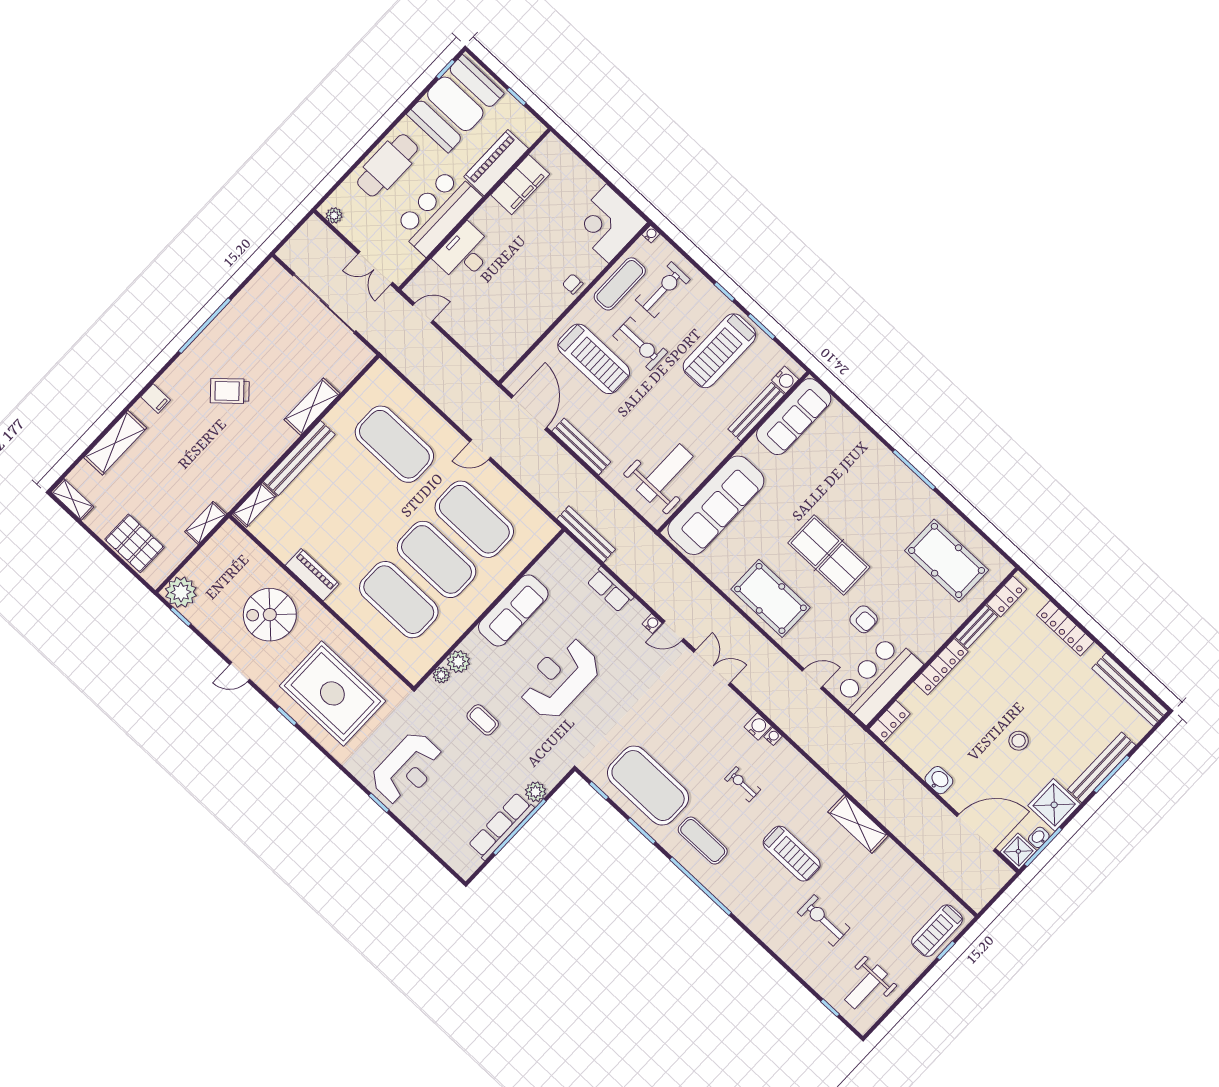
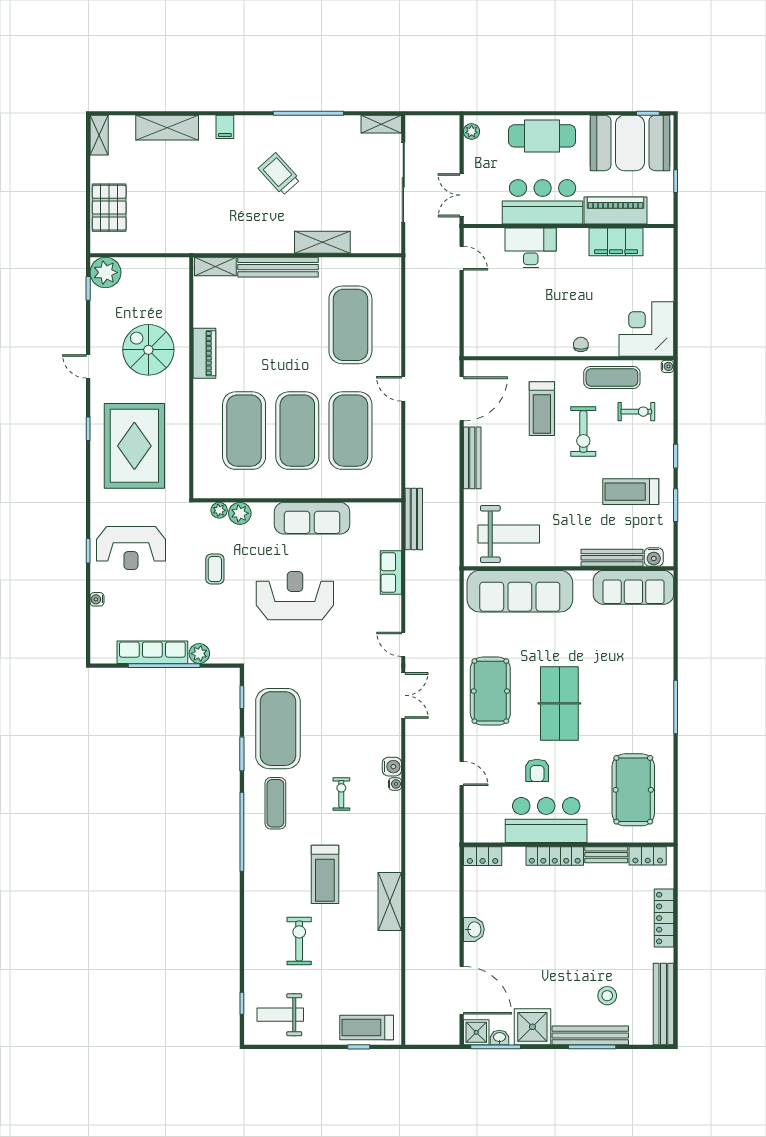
exercise bike: (663, 290) -> (636, 412), width x0.73, depth x0.72
treadmill: (719, 351) -> (631, 492), width x0.73, depth x0.73
treadmill: (594, 359) -> (542, 409), width x0.73, depth x0.73
shelving: (206, 523) -> (381, 124), moved
water cooler: (652, 624) -> (97, 599), moved, turned 180
bar counter: (878, 679) -> (546, 820), moved
stool: (1019, 741) -> (607, 996), moved

